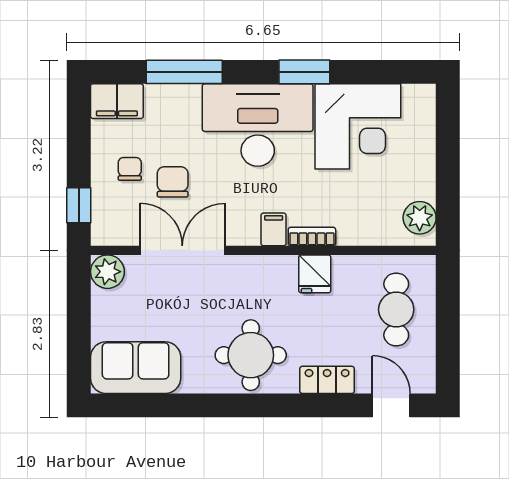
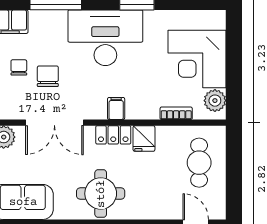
corner desk: (358, 126) -> (197, 59), moved, turned 90
bookcase: (312, 237) -> (176, 113), moved
double door: (182, 250) -> (54, 123), swing flipped
locker: (327, 380) -> (113, 135), moved, turned 180

